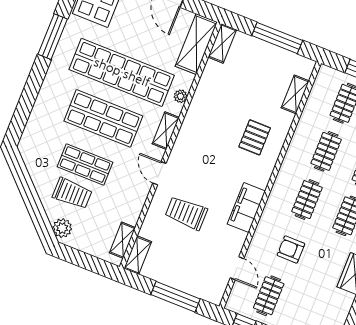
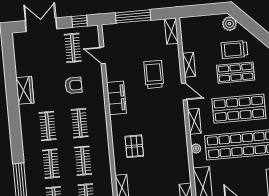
trolley: (186, 213) -> (154, 74), turned -90
shelving: (122, 240) -> (189, 65), moved

